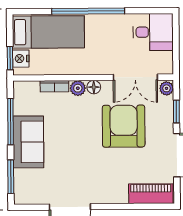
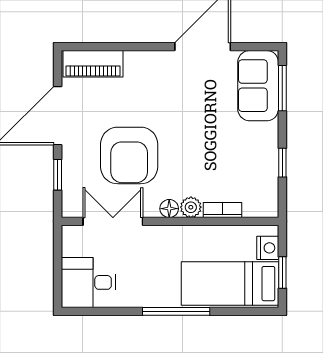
window: (88, 11) -> (176, 311), width x0.68
window: (10, 58) -> (282, 272), moved
plant: (167, 88) -> (71, 206), removed
window: (10, 122) -> (282, 163), width x0.46
sofa: (28, 142) -> (258, 86), moved

